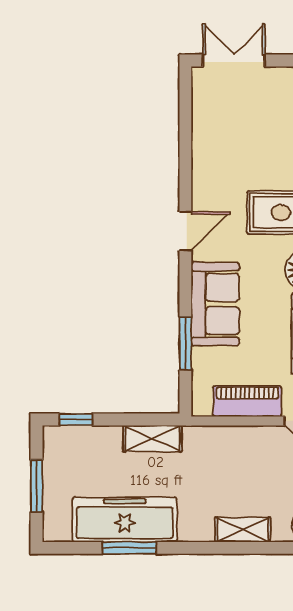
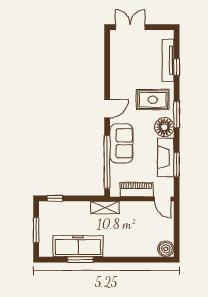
window: (185, 343) -> (107, 162), width x2.11
shelving: (152, 439) -> (105, 207), moved
shelving: (243, 530) -> (134, 251), removed

